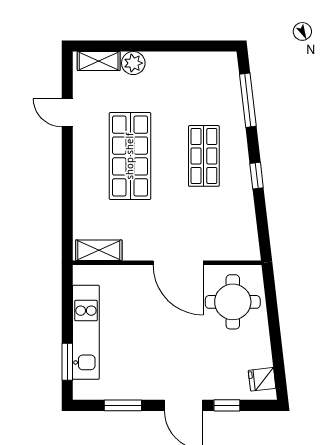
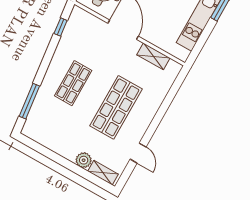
window: (257, 176) -> (61, 27), moved
shelving: (99, 250) -> (153, 56), moved

